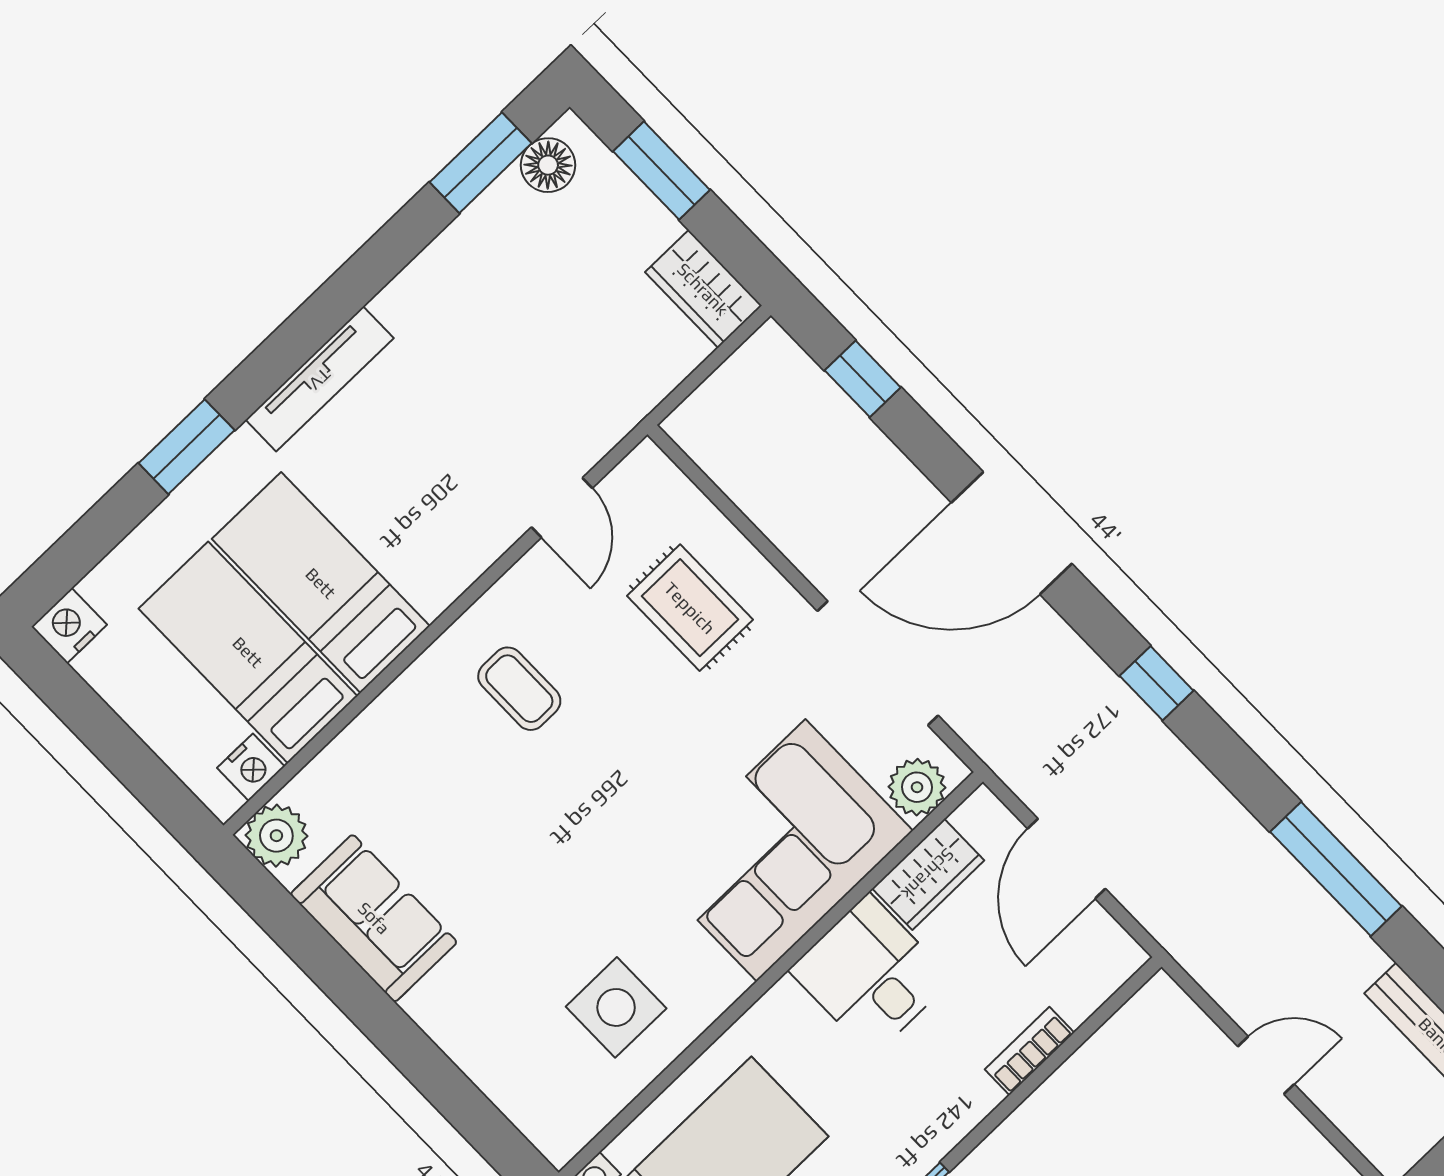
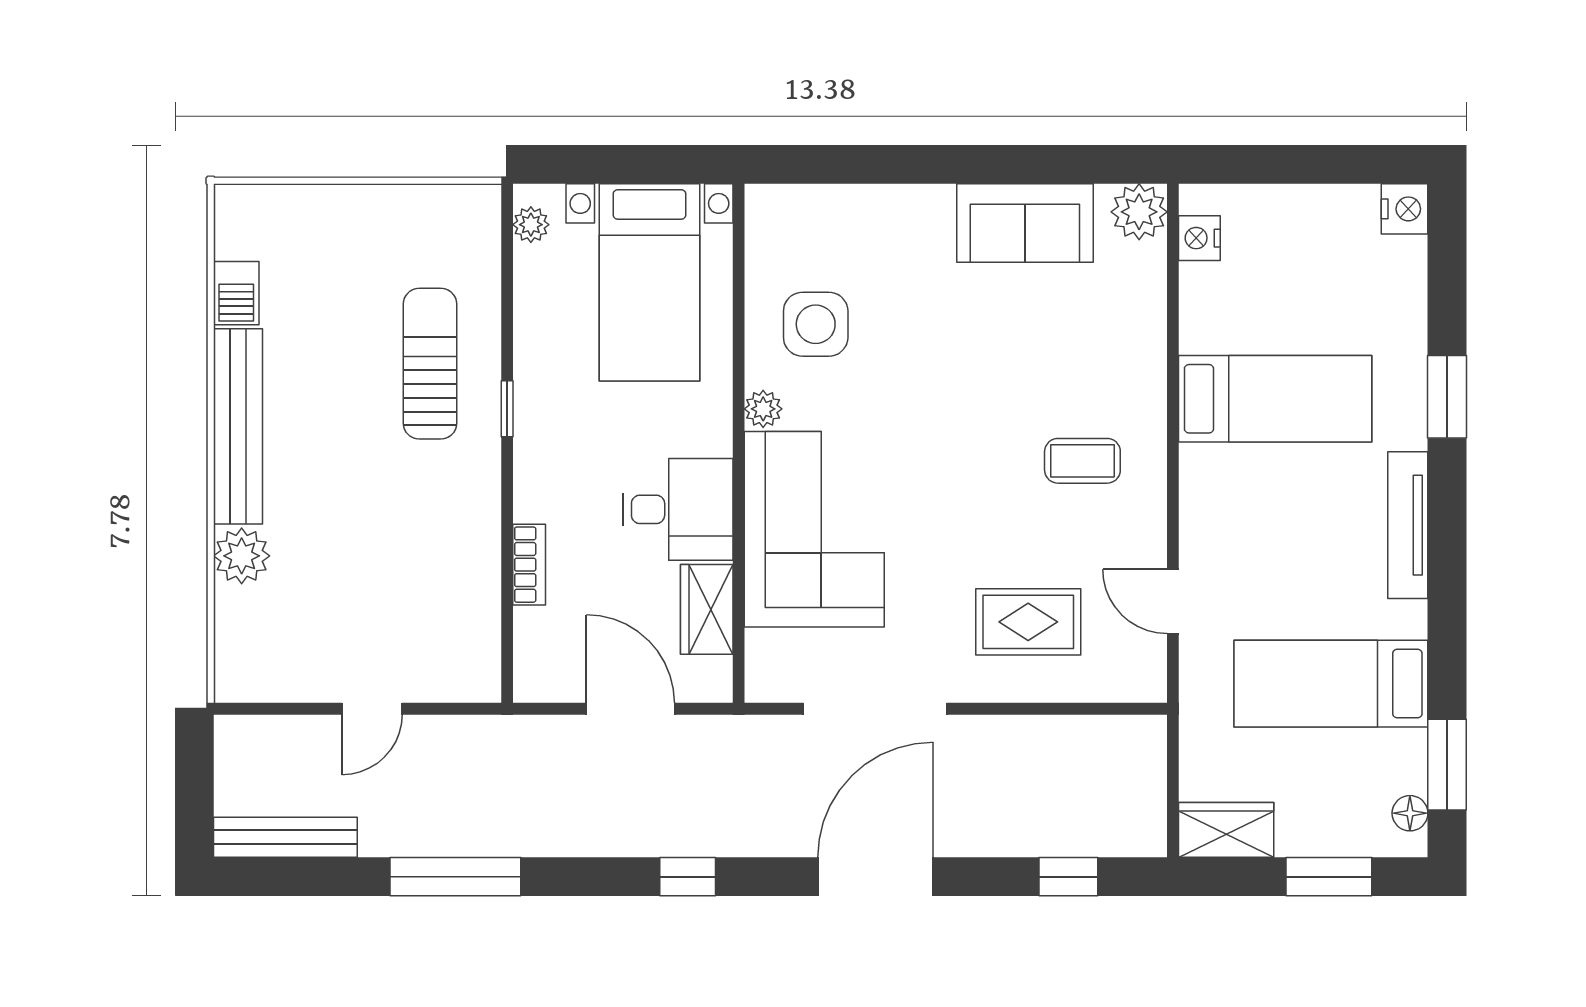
floor lamp: (548, 165) -> (1410, 813), width x0.73, depth x0.73
bed: (248, 652) -> (1331, 684), moved, turned 180
plant: (917, 787) -> (763, 409), moved, width x0.73, depth x0.73

